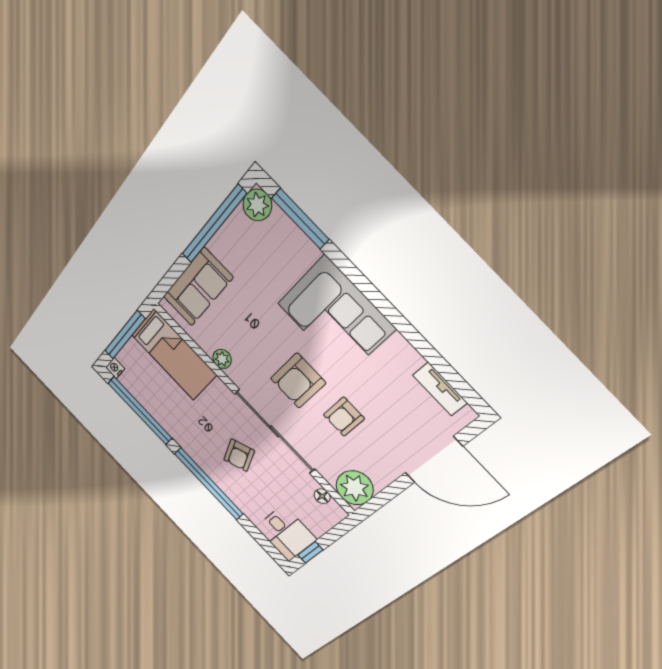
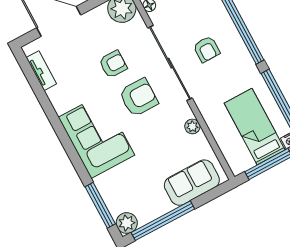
bed: (174, 355) -> (255, 127), moved
armchair: (239, 455) -> (207, 49), turned 113

